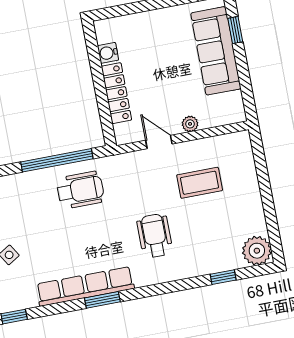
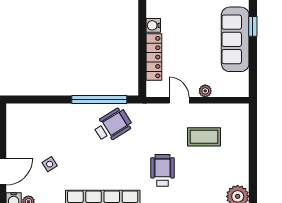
wheelchair: (80, 190) -> (113, 125), turned -32

